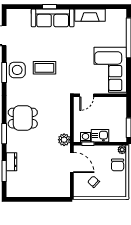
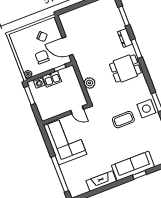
door: (87, 95) -> (77, 110), swing flipped
washing machine: (86, 137) -> (39, 83), moved
plant: (64, 140) -> (89, 83), moved
dresser: (11, 162) -> (125, 38), moved
chair: (118, 165) -> (42, 57), moved

